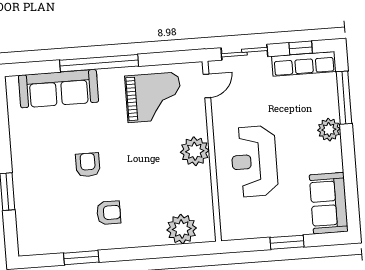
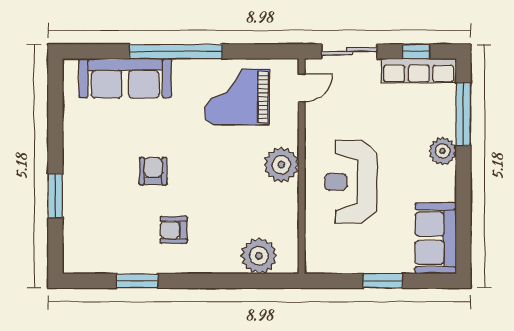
grand piano: (153, 97) -> (237, 97), turned 180
armchair: (109, 213) -> (174, 230), turned 180

